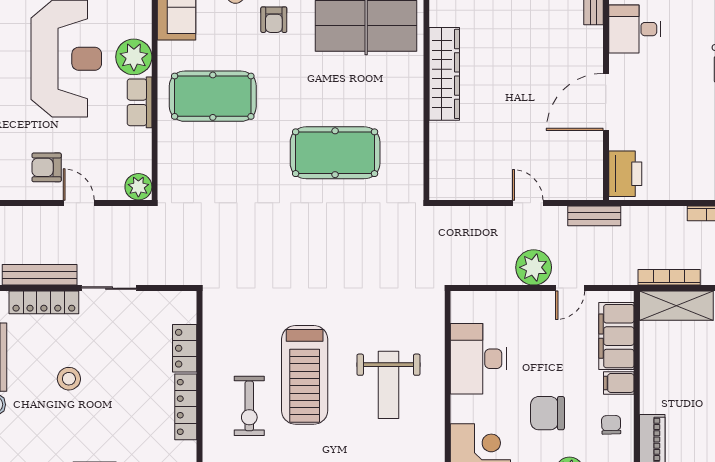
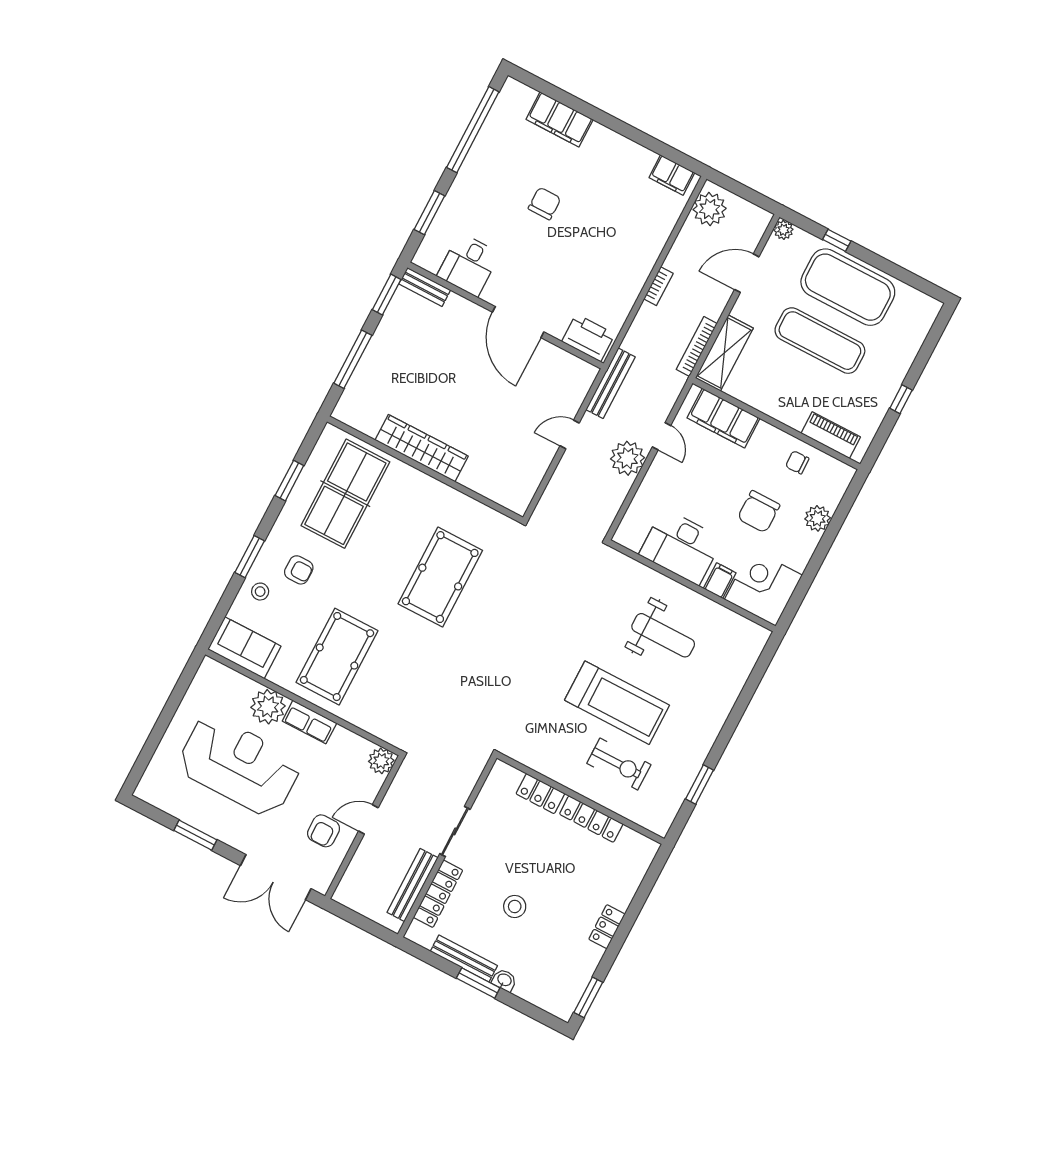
bench: (594, 216) -> (611, 383), width x1.36
filing cabinet: (619, 383) -> (720, 581), moved, turned 180

